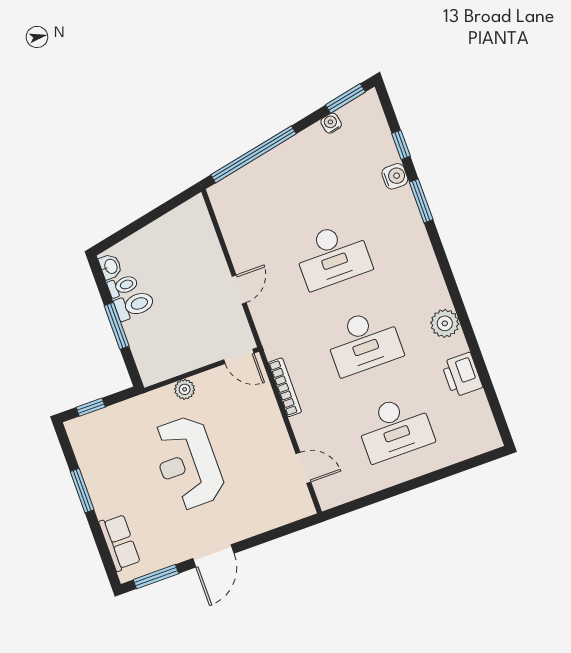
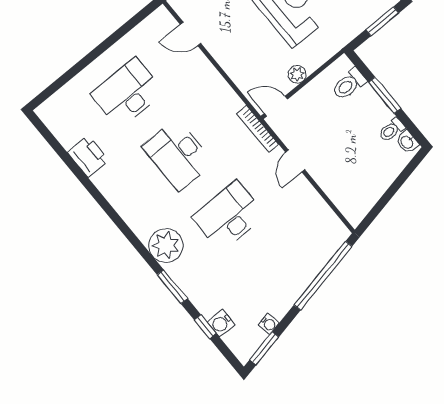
water cooler: (395, 176) -> (221, 323), moved
toilet: (134, 305) -> (349, 84), moved
plant: (445, 323) -> (166, 246), moved, width x1.36, depth x1.36
desk: (364, 342) -> (178, 155), turned -90
bookcase: (285, 387) -> (258, 129), moved
plant: (185, 389) -> (297, 74), moved
window: (91, 407) -> (382, 21), width x1.50

